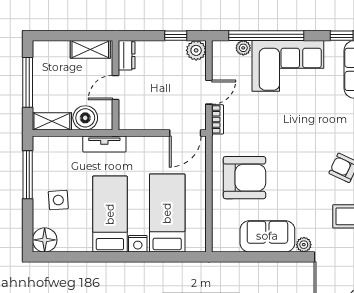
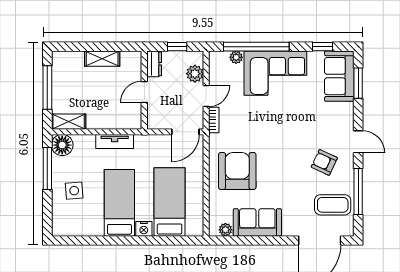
plant: (196, 50) -> (195, 74), moved
dresser: (127, 55) -> (154, 64), moved
wall: (115, 85) -> (144, 90), moved
door: (115, 88) -> (144, 92), moved
boiler: (85, 118) -> (98, 119), removed
armchair: (244, 178) -> (237, 171), turned -90
floor lamp: (45, 240) -> (62, 145), moved
plant: (304, 245) -> (225, 230), moved

